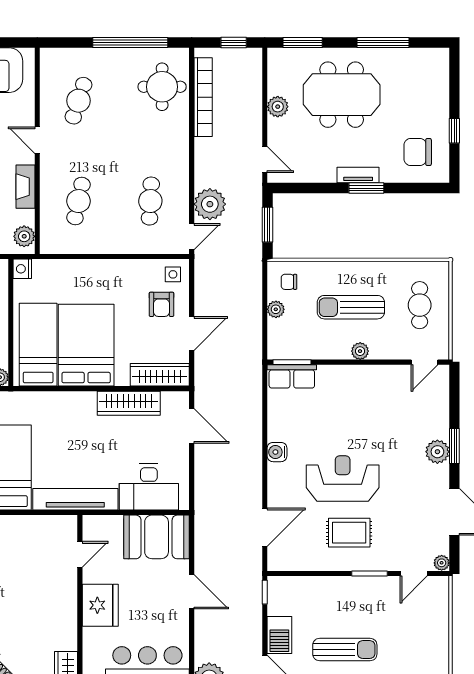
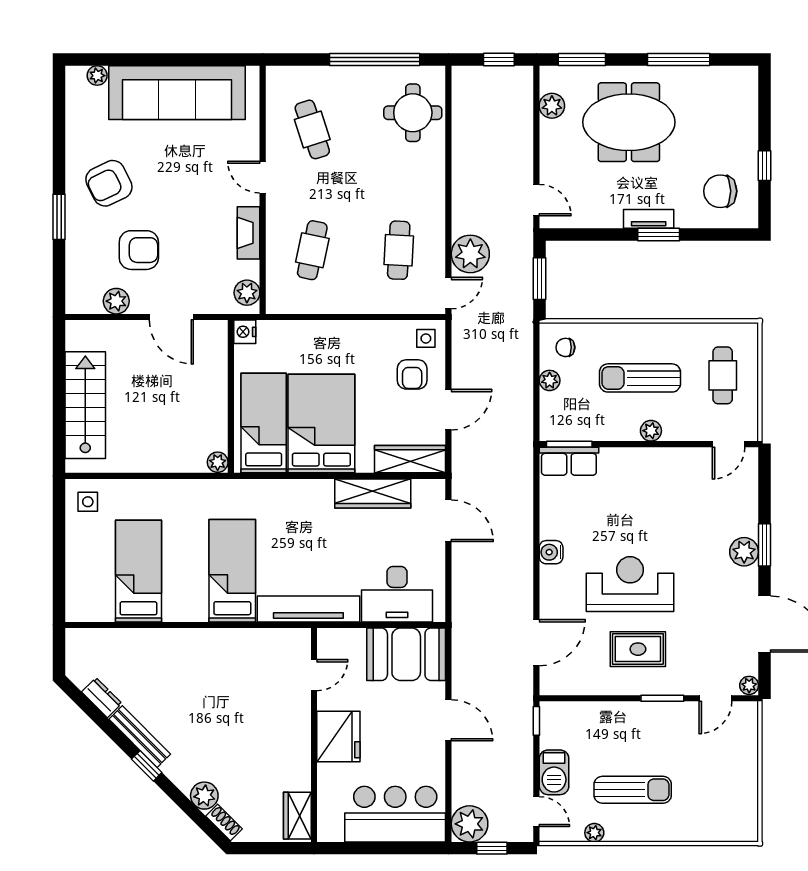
bookcase: (203, 97) -> (462, 125), removed
cafe table: (79, 101) -> (312, 129), turned -36
plant: (278, 107) -> (552, 106), moved

